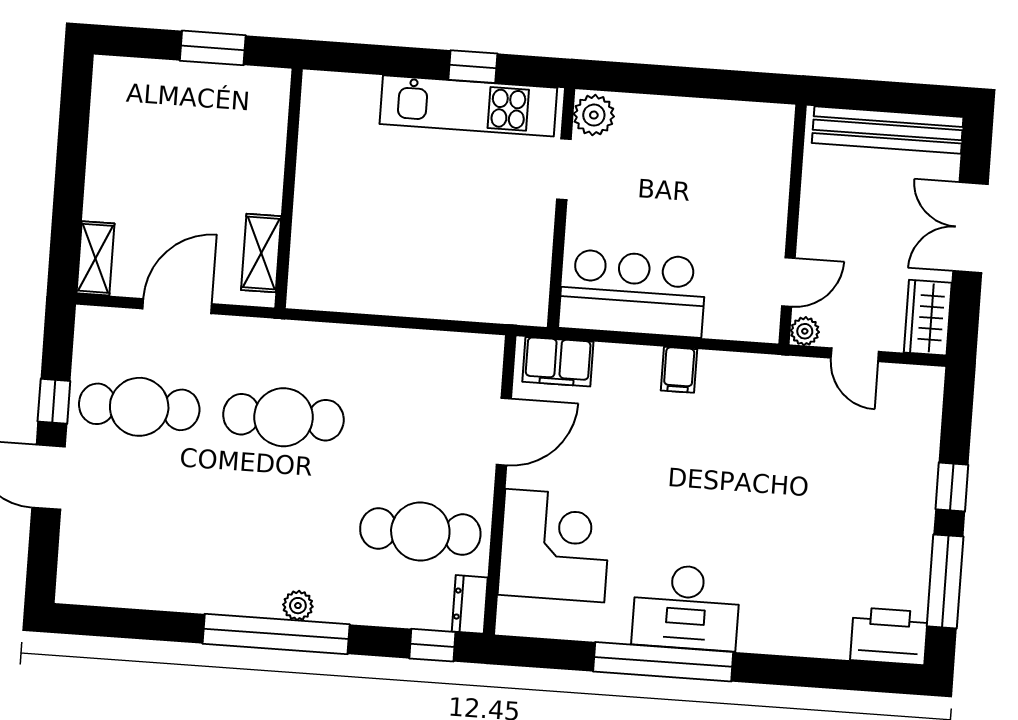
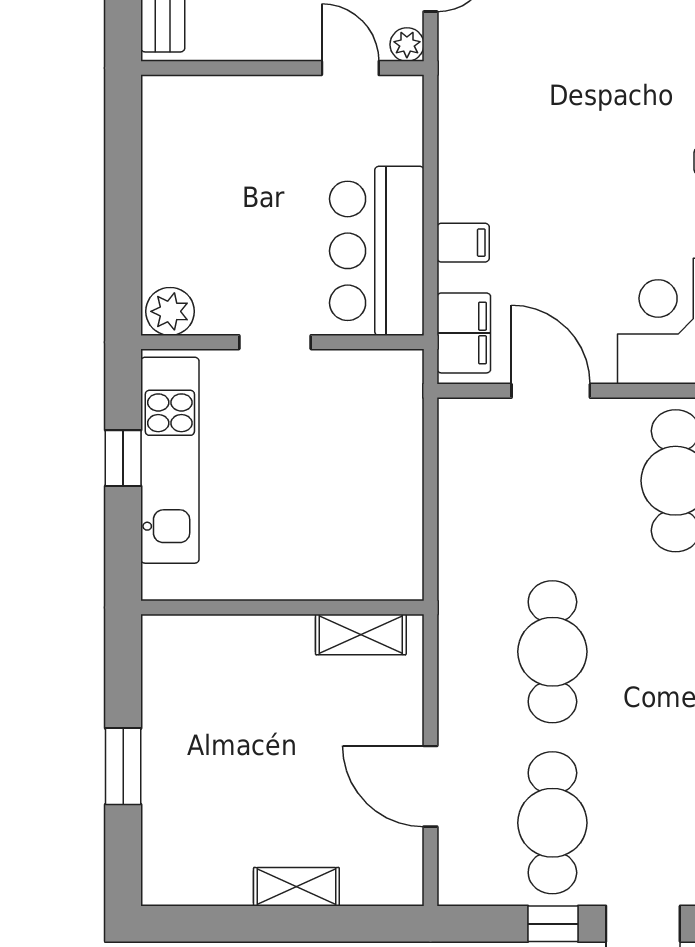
doorway: (564, 169) -> (275, 342), moved
wall: (289, 188) -> (282, 608), moved
shelving: (261, 253) -> (361, 635), moved
shelving: (96, 258) -> (296, 887), moved
filing cabinet: (679, 370) -> (463, 243), moved

